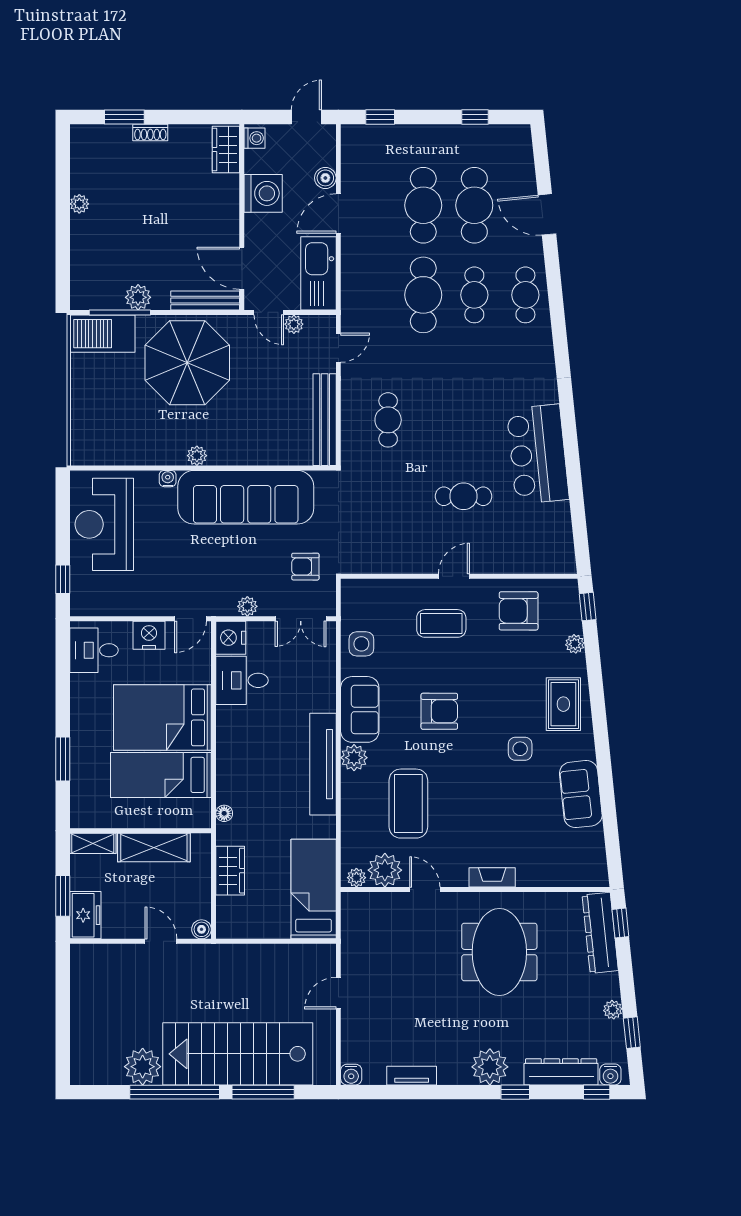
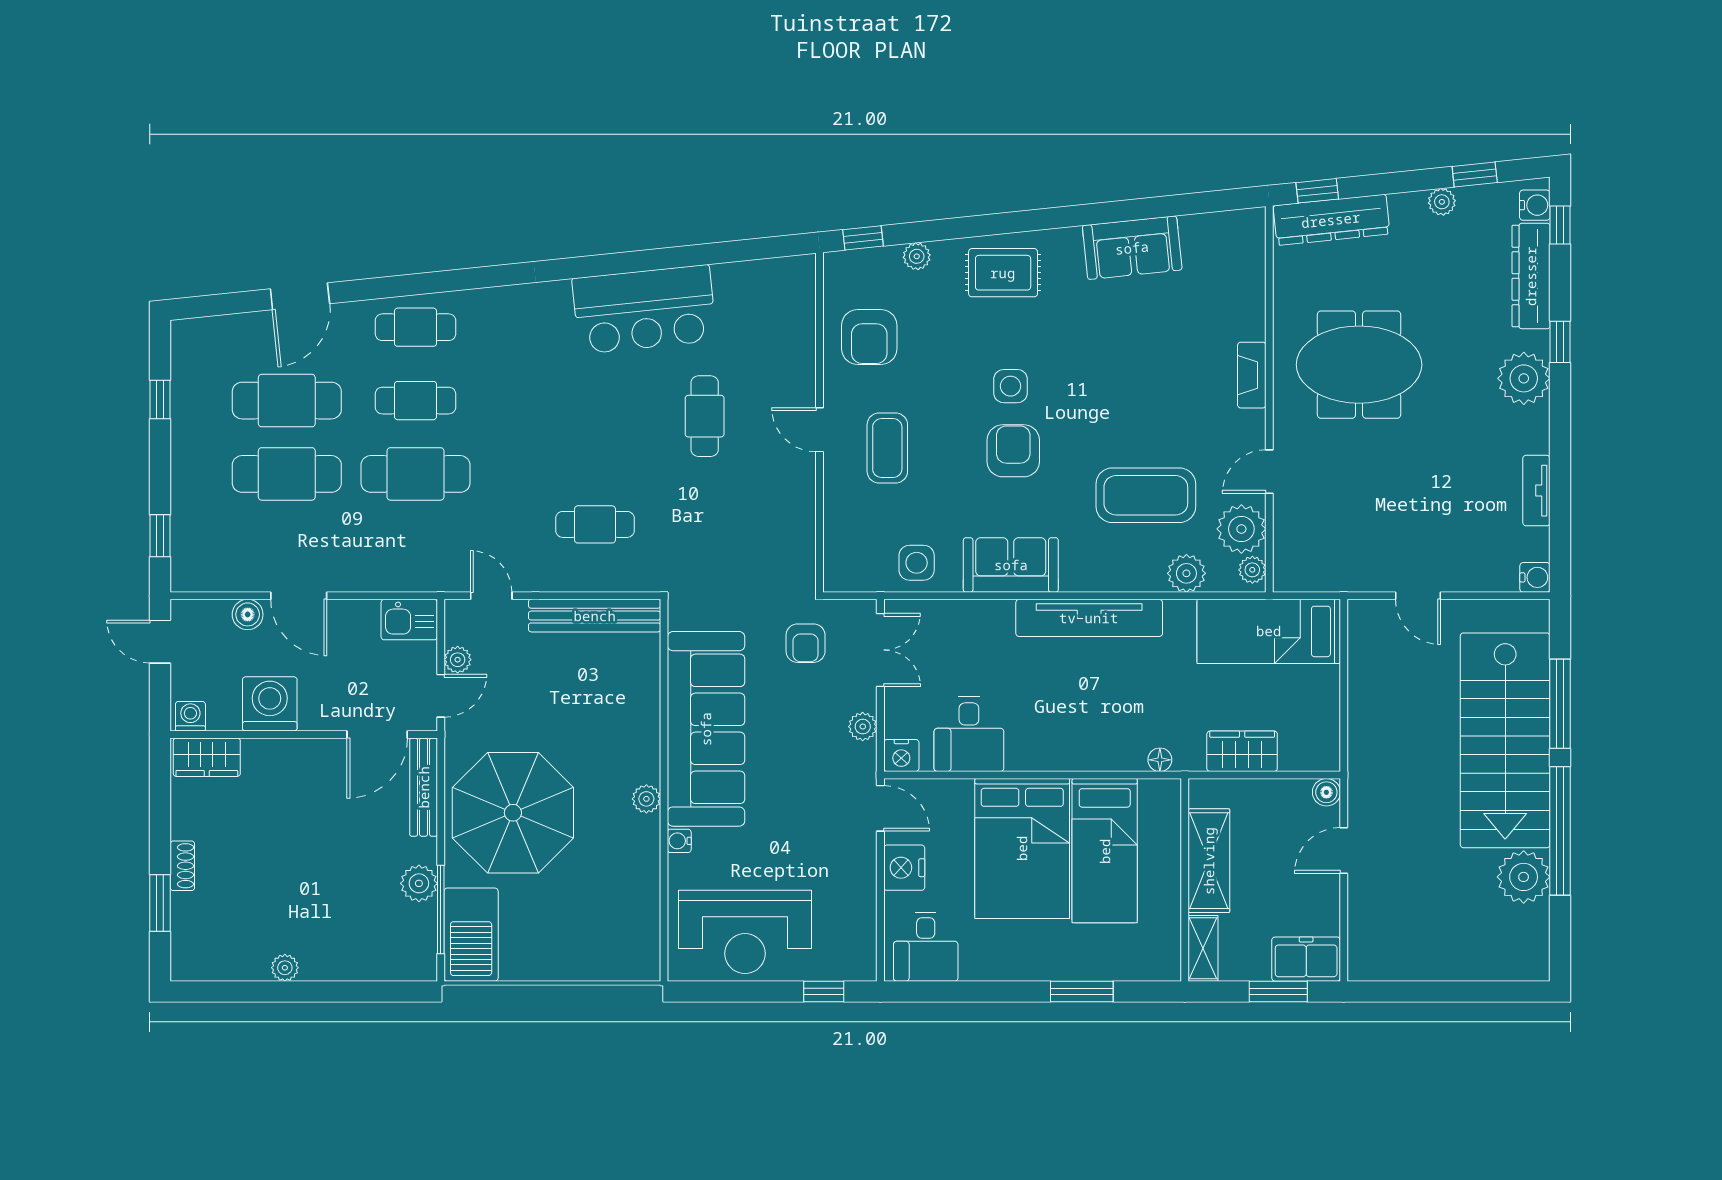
kitchen sink: (318, 273) -> (409, 620), width x0.53, depth x0.81
nightstand: (231, 638) -> (901, 755), width x0.74, depth x0.75
side table: (520, 749) -> (1011, 386), moved
plant: (354, 758) -> (1186, 573), moved

